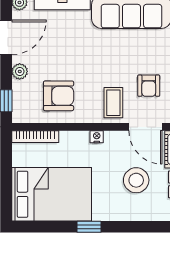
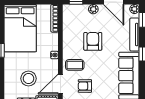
armchair: (59, 96) -> (93, 41), moved, turned 180

